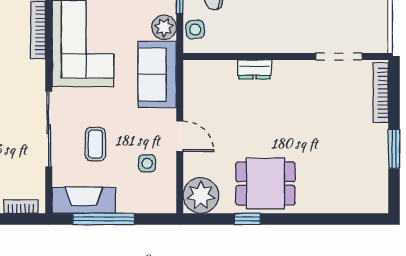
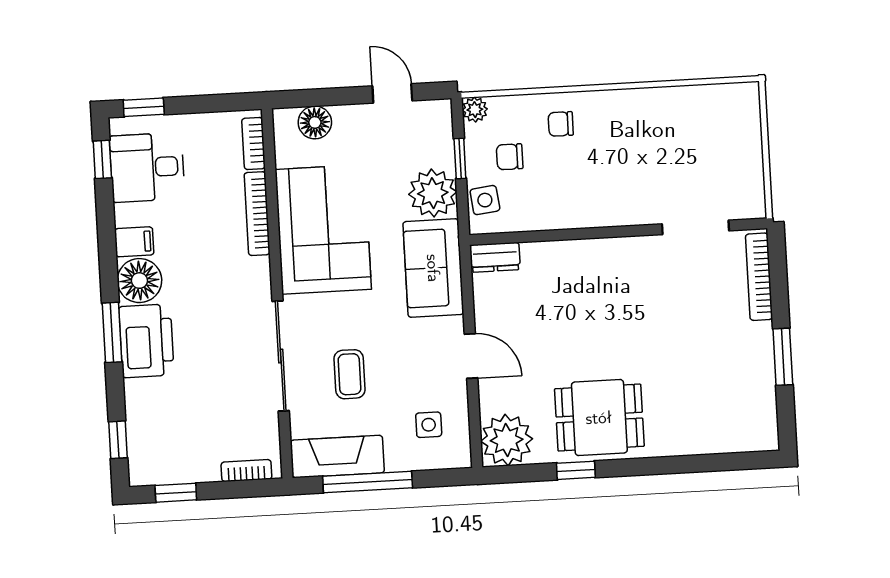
plant: (164, 27) -> (433, 193), width x1.36, depth x1.36
dresser: (254, 69) -> (495, 257), moved
side table: (147, 163) -> (429, 425), moved

